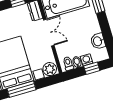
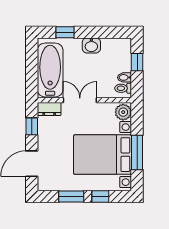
washbasin: (98, 41) -> (91, 45), moved
washing machine: (86, 60) -> (125, 65), removed

